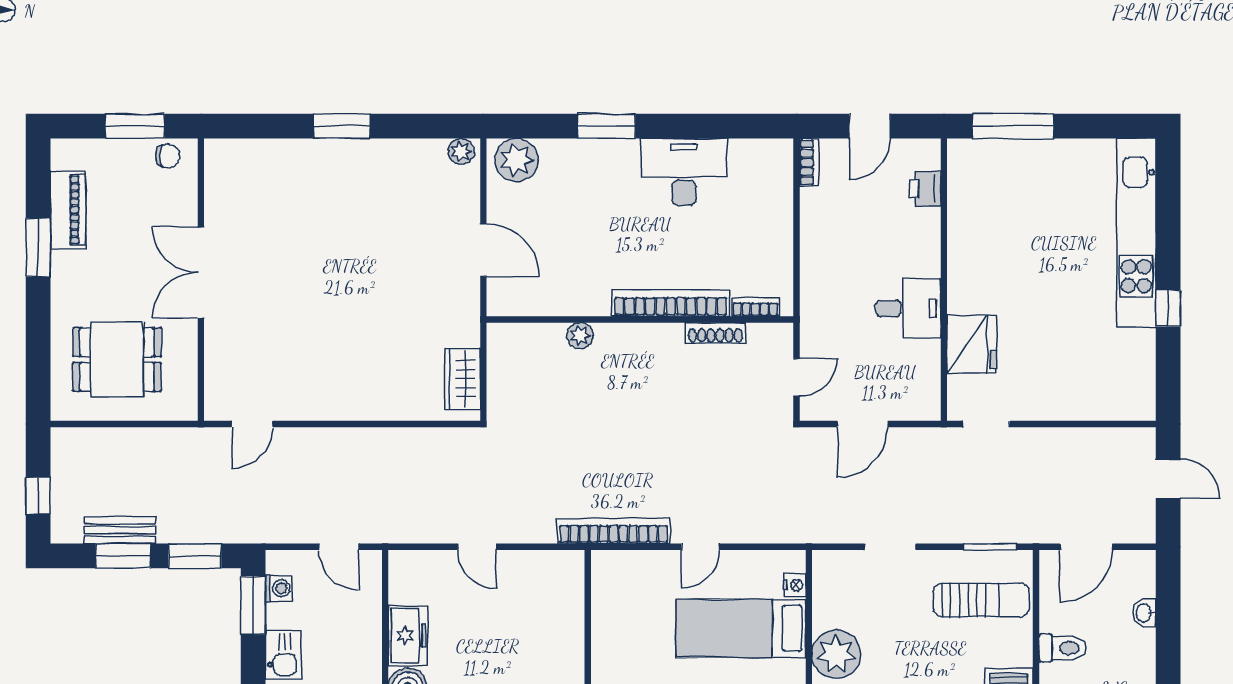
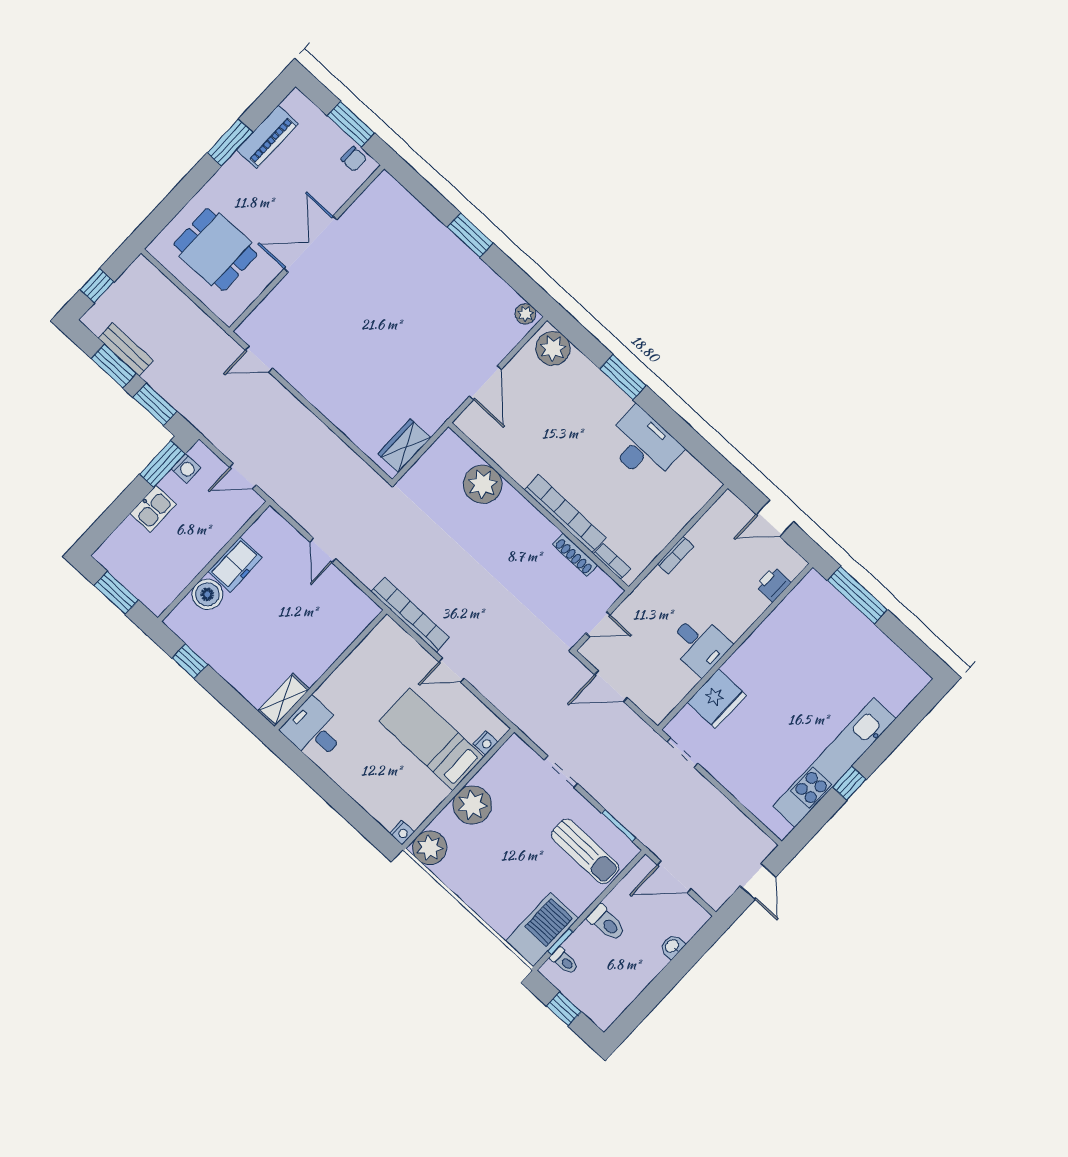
bookcase: (809, 162) -> (675, 555), moved
kitchen unit: (1136, 233) -> (834, 762), moved
plant: (580, 336) -> (483, 484), width x1.88, depth x1.88
door: (339, 547) -> (243, 476), hinge flipped

